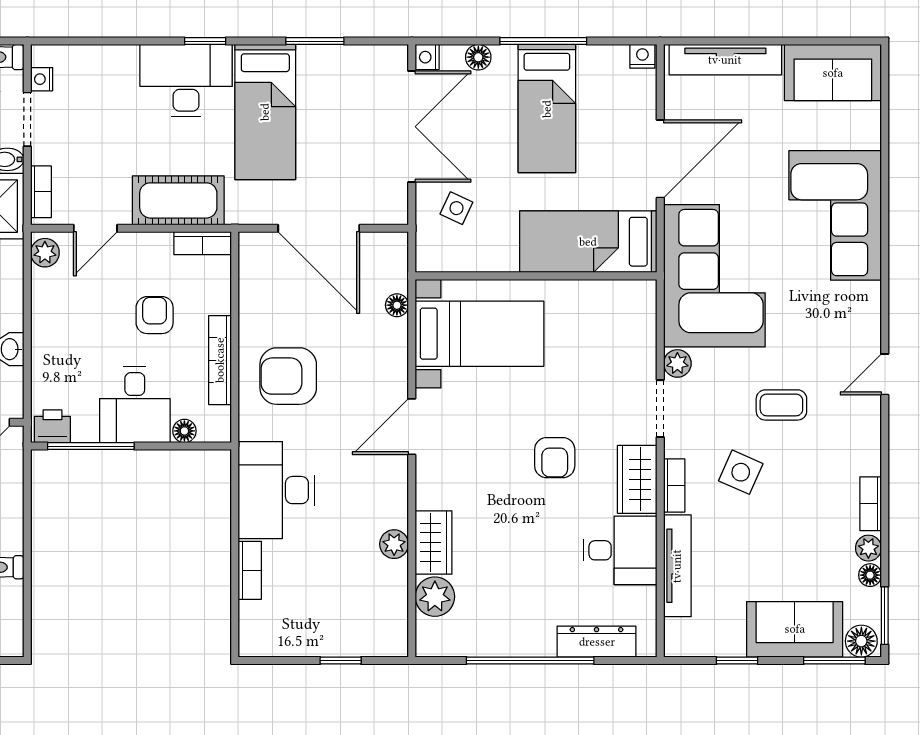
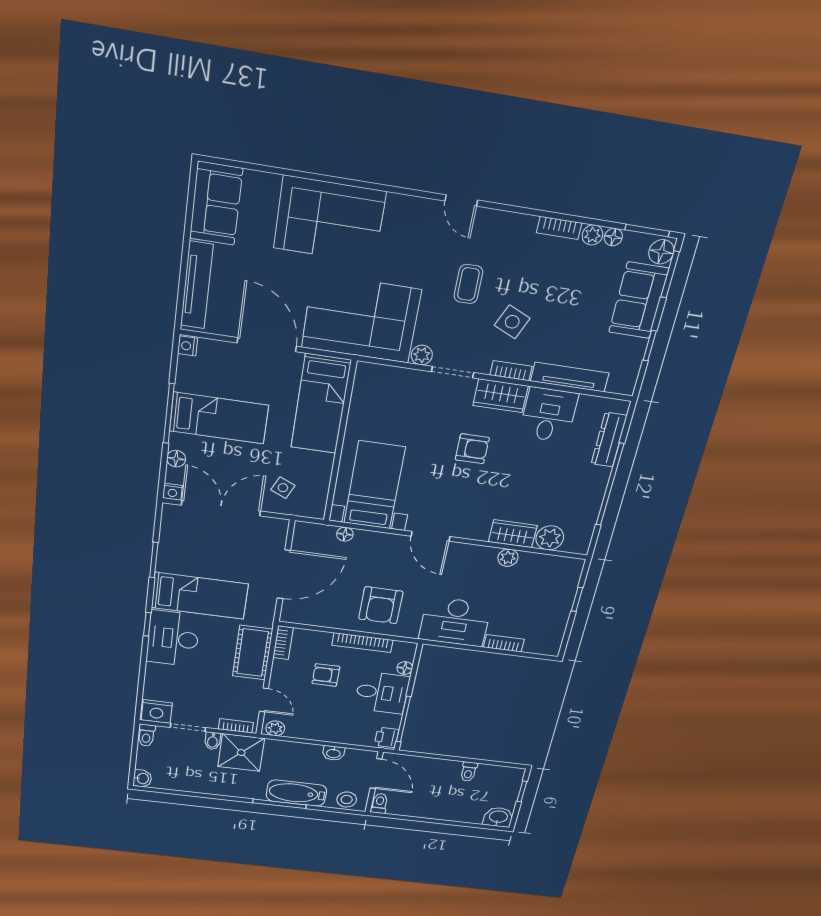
nightstand: (42, 79) -> (157, 712), width x1.89, depth x1.79

